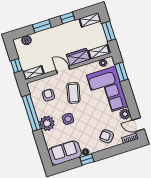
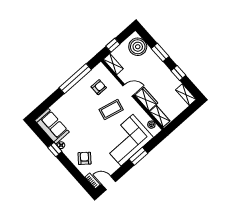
window: (109, 31) -> (183, 117), removed
boiler: (26, 40) -> (138, 47), width x1.86, depth x1.86
door: (63, 70) -> (128, 90), hinge flipped
window: (121, 72) -> (138, 156), moved
plant: (125, 114) -> (113, 166), removed
side table: (68, 119) -> (85, 115), removed
plant: (47, 123) -> (72, 97), removed
door: (138, 125) -> (108, 183), hinge flipped

